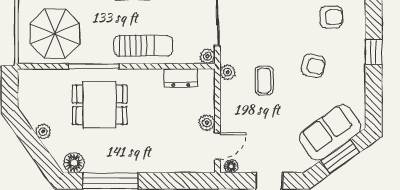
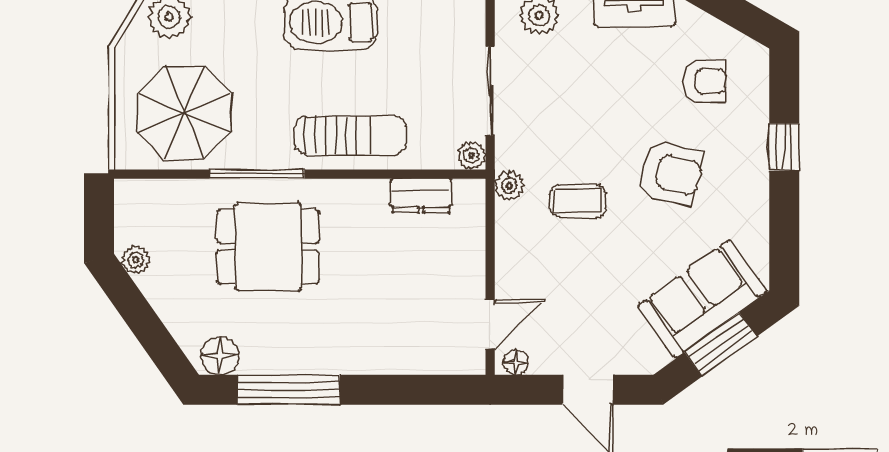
armchair: (313, 66) -> (670, 173), width x1.38, depth x1.38
coffee table: (264, 81) -> (578, 201), turned 90
plant: (207, 123) -> (470, 280), removed
plant: (43, 131) -> (136, 260), moved

